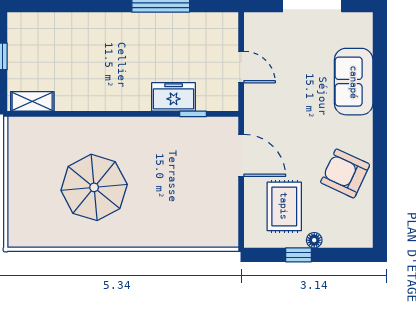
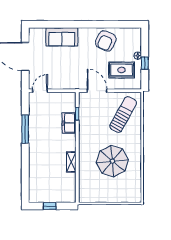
door: (241, 67) -> (40, 91), moved
shelving: (32, 101) -> (71, 162), moved
door: (241, 155) -> (97, 91), hinge flipped
sun lounger: (191, 210) -> (123, 115), added

